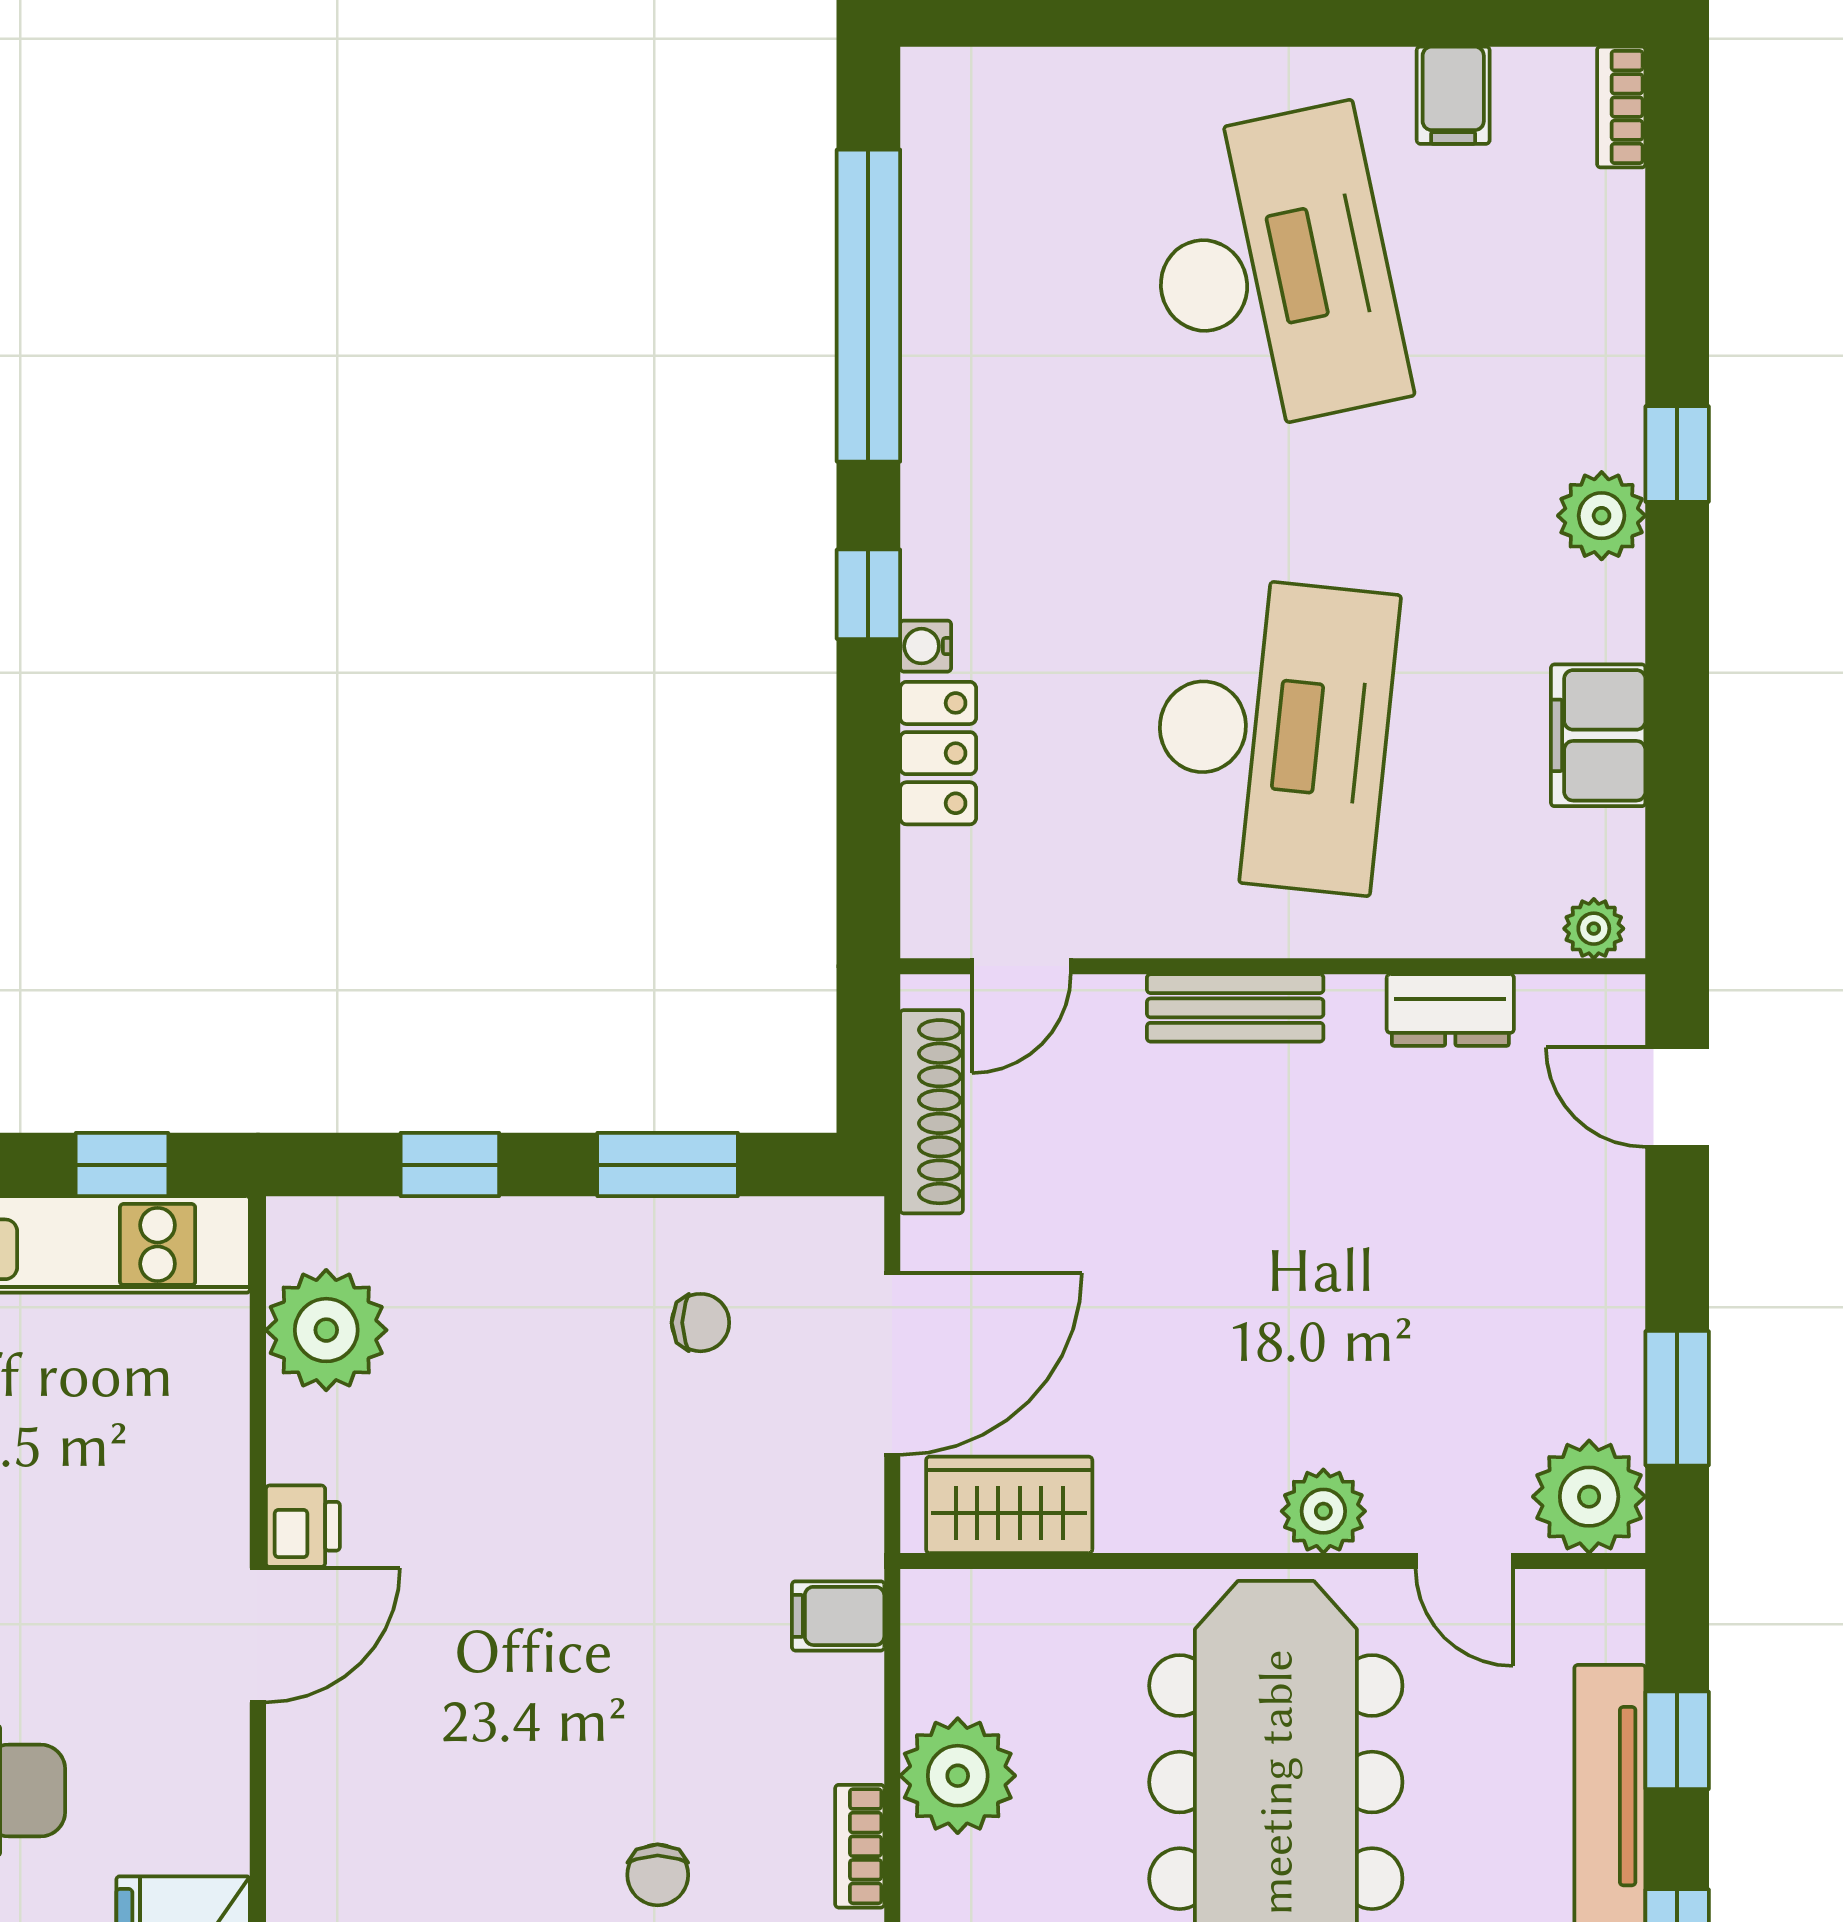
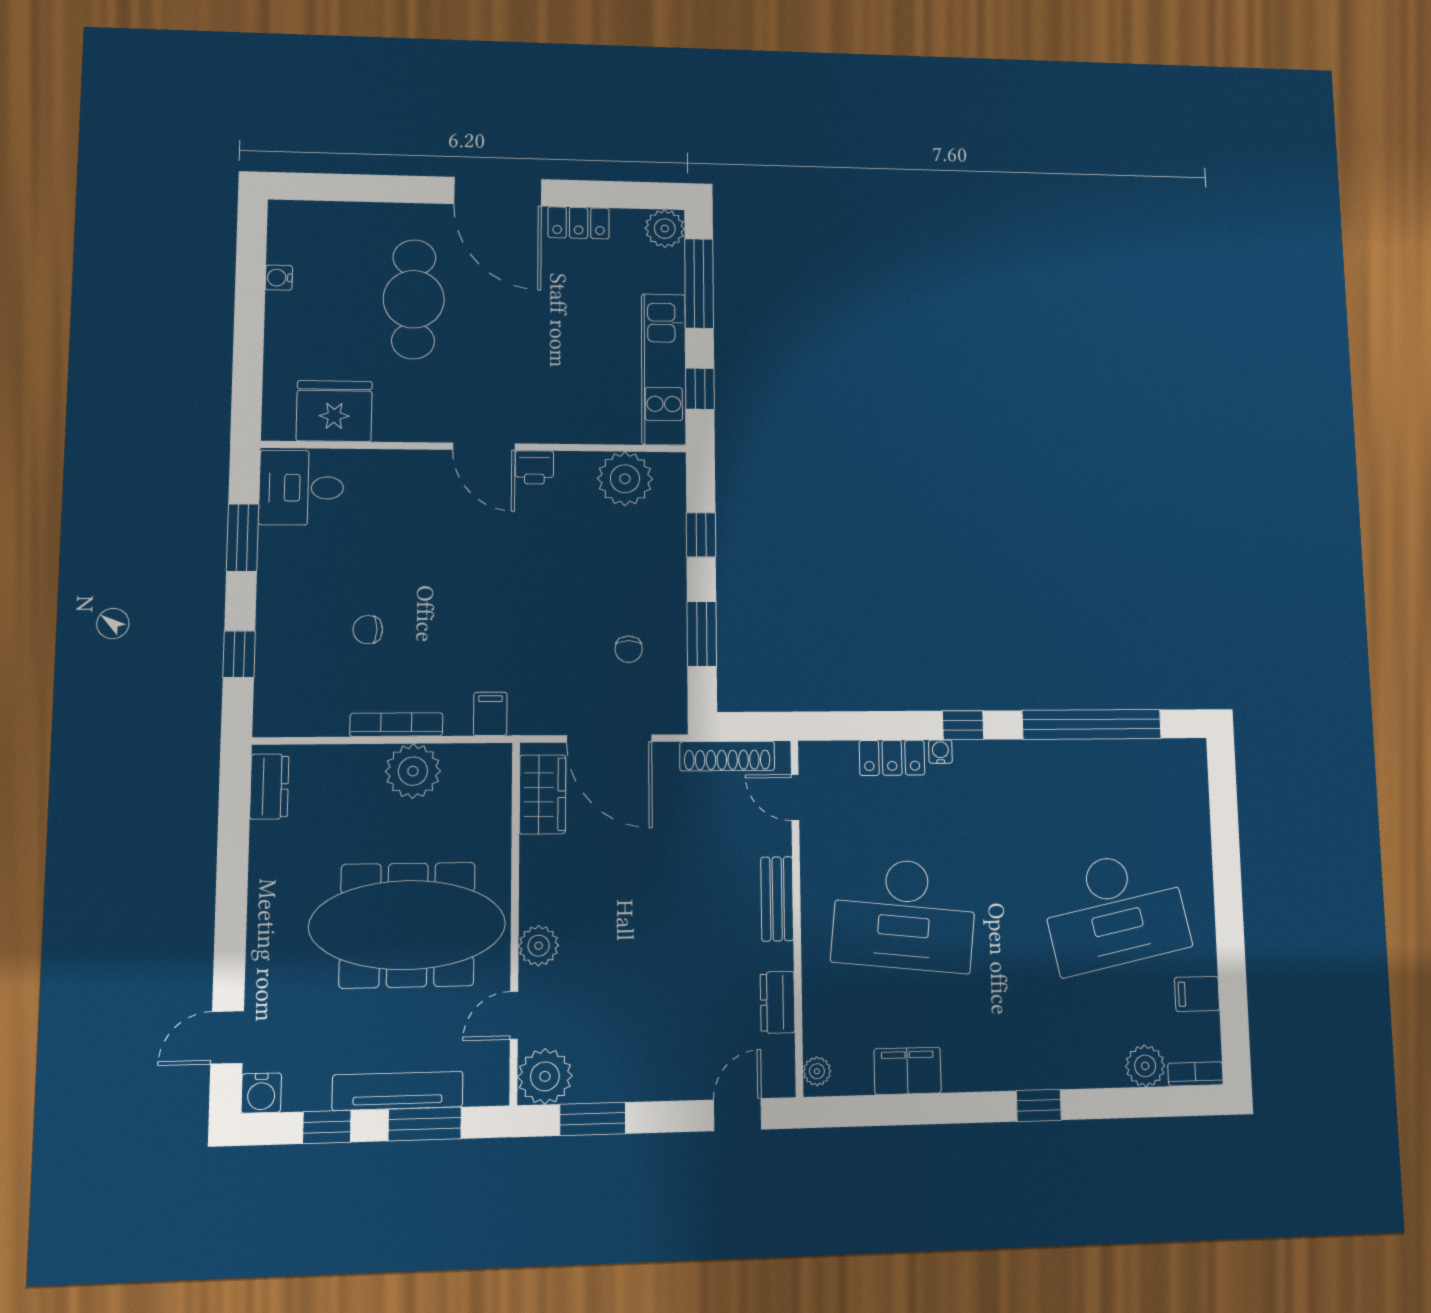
plant: (1602, 516) -> (1145, 1066), moved
window: (1677, 1740) -> (425, 1124), width x1.50
bookcase: (860, 1846) -> (396, 725), width x1.56

